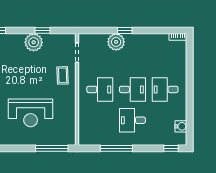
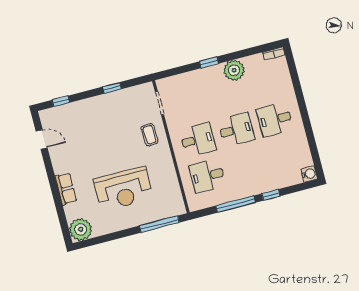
plant: (34, 42) -> (105, 105), removed
plant: (116, 42) -> (234, 70), moved
desk: (132, 120) -> (207, 176), moved
water cooler: (181, 126) -> (309, 174), moved
window: (171, 148) -> (271, 195), moved

